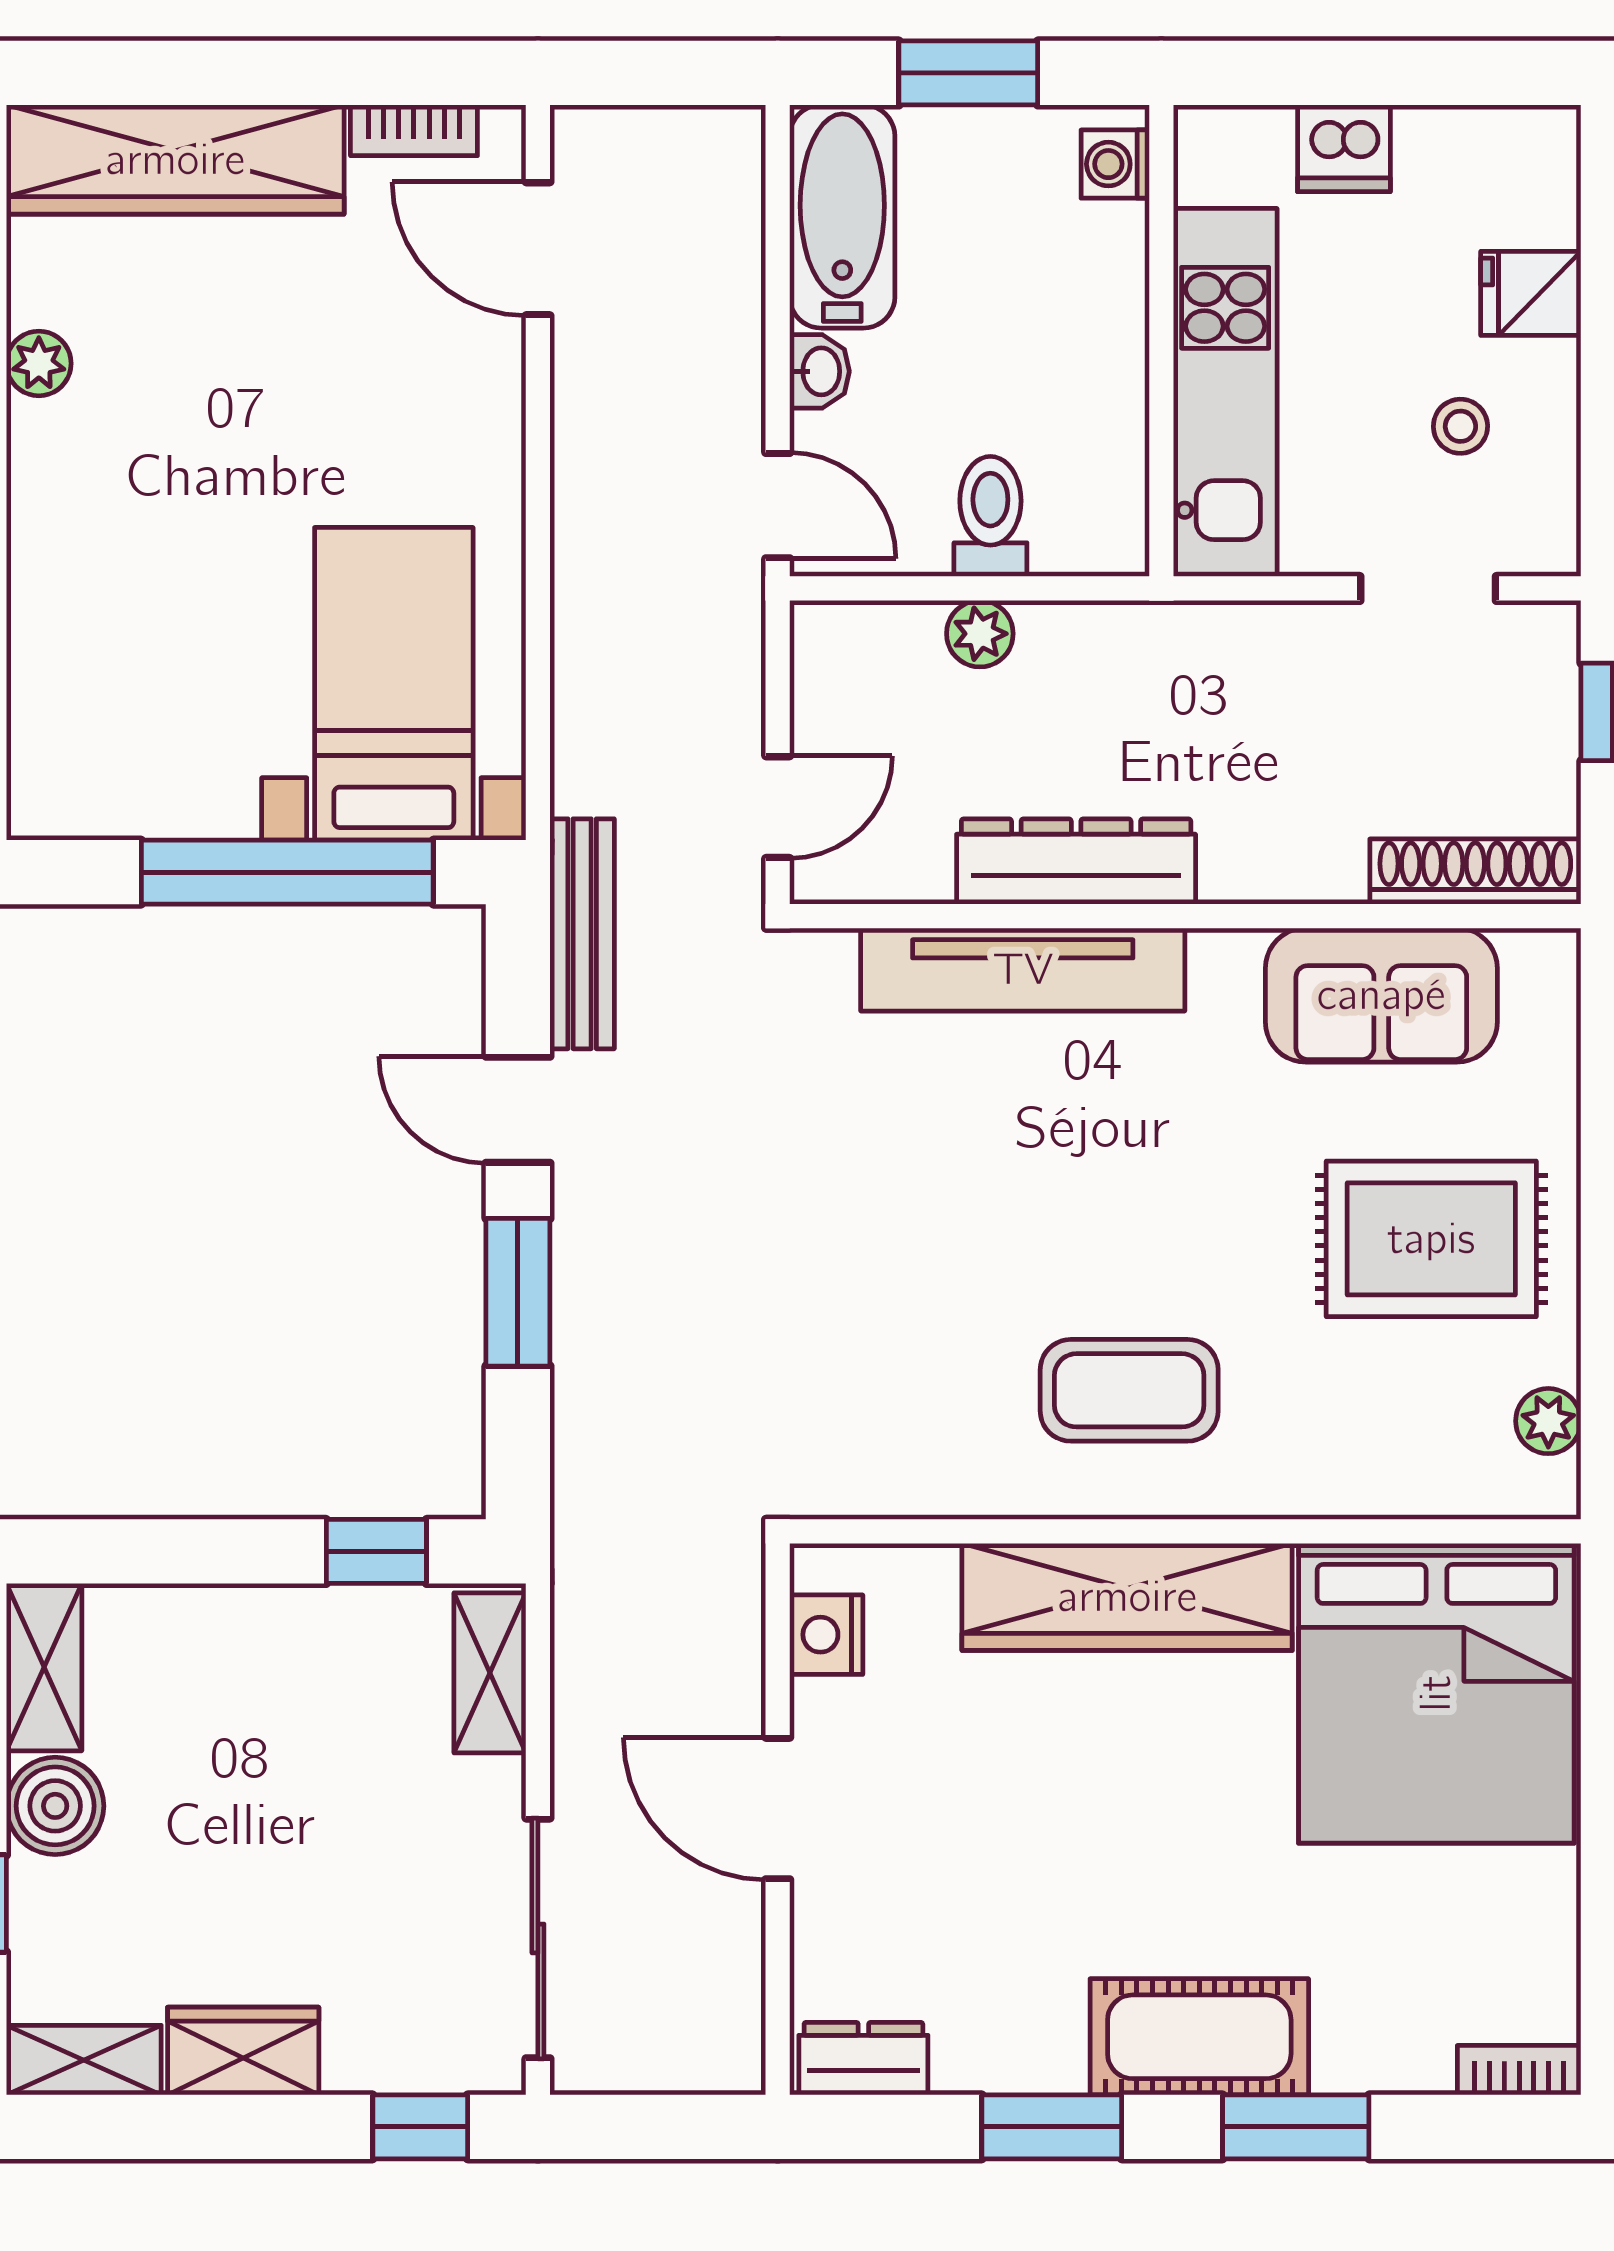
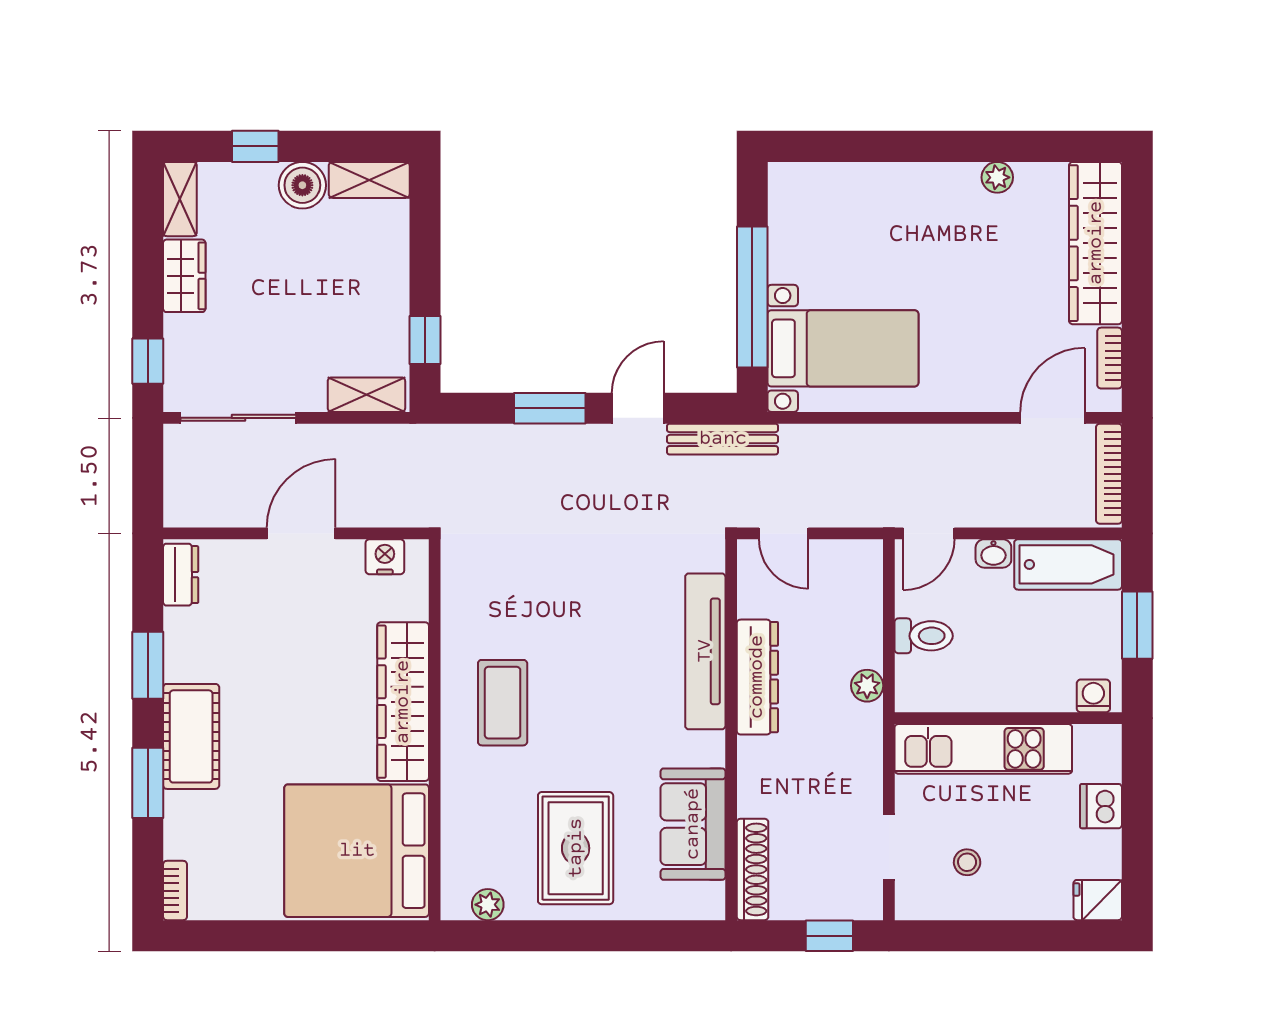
bookcase: (654, 132) -> (1109, 474), added
fridge: (1531, 293) -> (1098, 900), moved, turned -90
plant: (980, 634) -> (867, 686), moved

